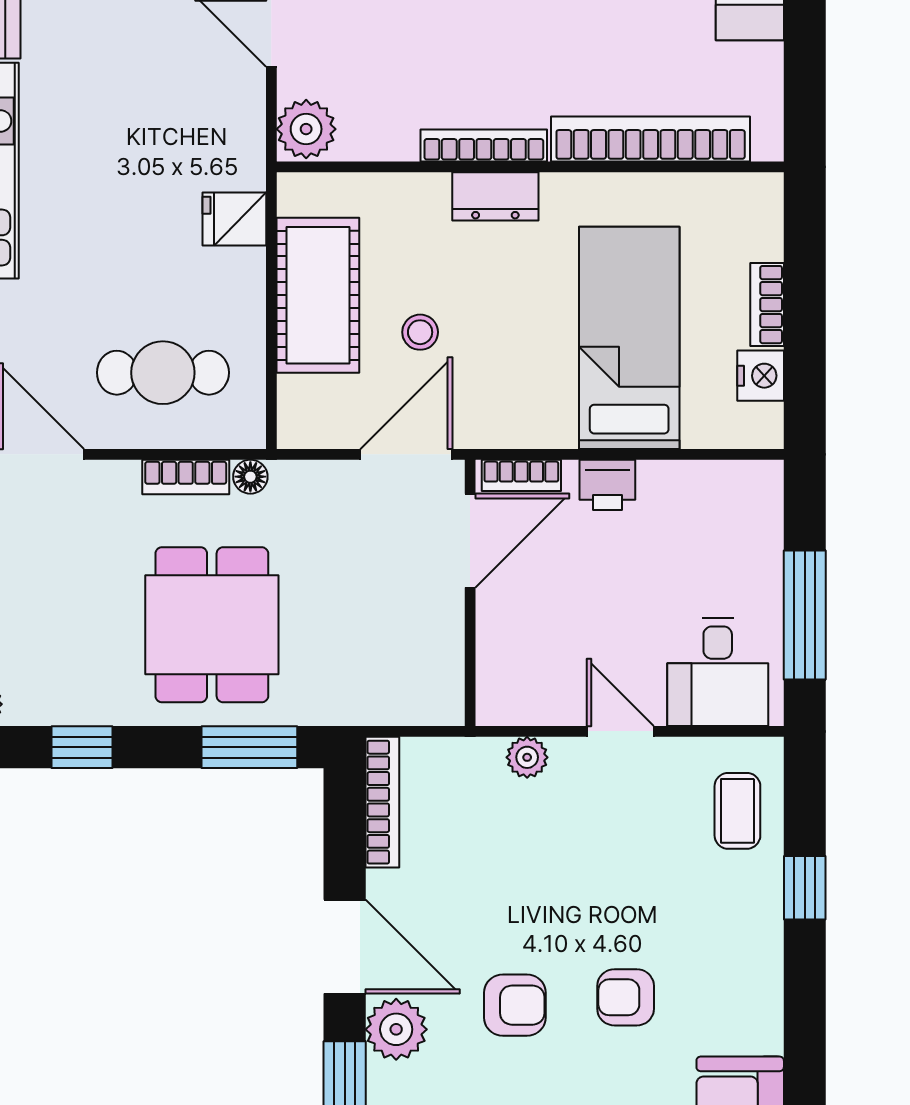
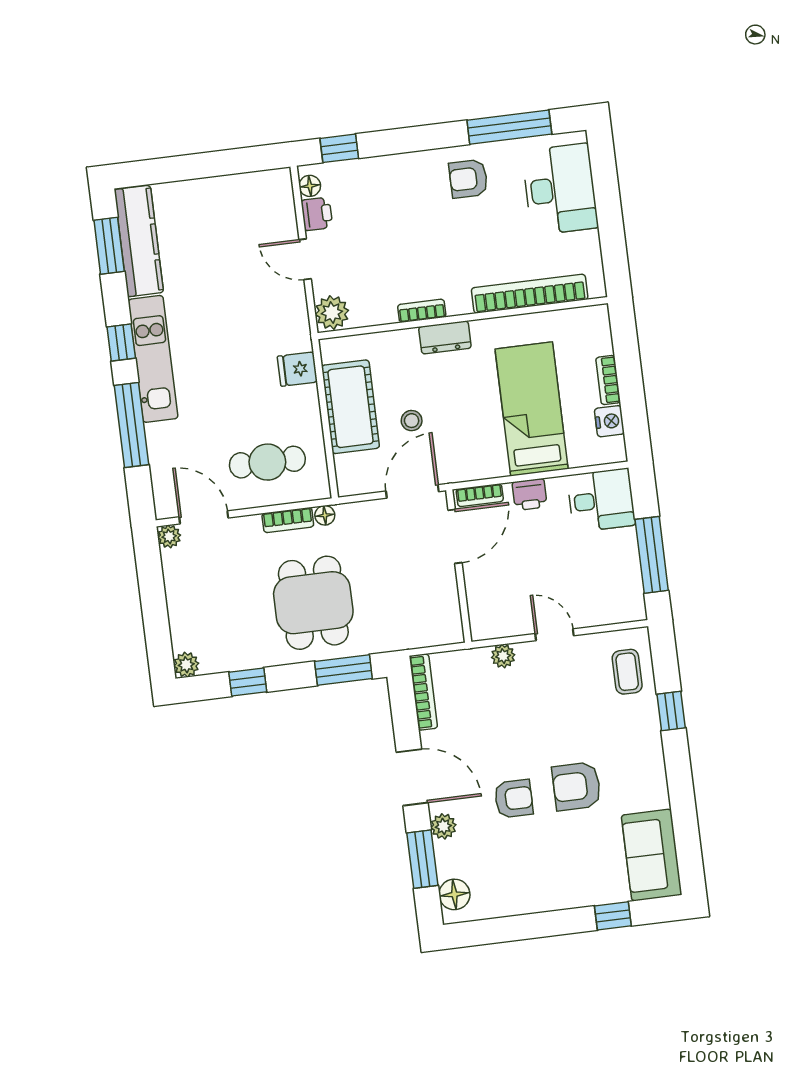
bookcase: (484, 145) -> (422, 311), width x0.64
desk: (718, 672) -> (601, 500), moved, turned -90
armchair: (626, 997) -> (576, 786), width x1.38, depth x1.38
plant: (396, 1029) -> (443, 826), width x0.73, depth x0.73

